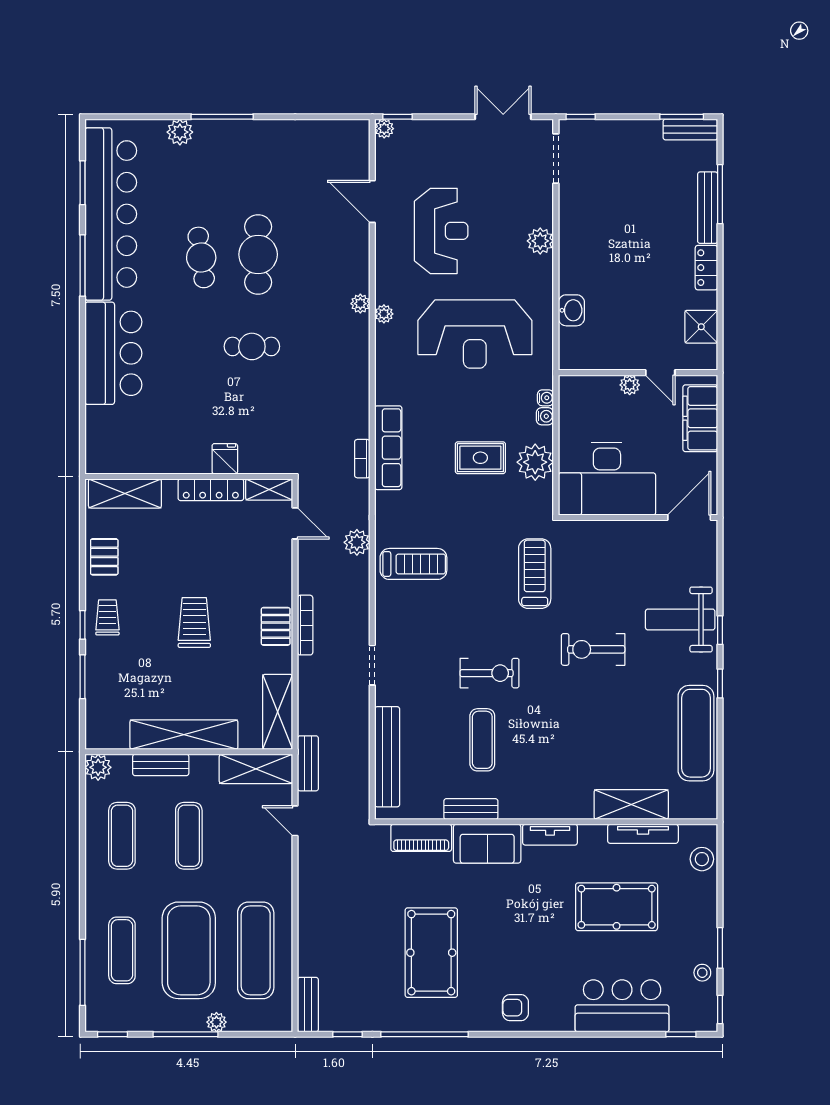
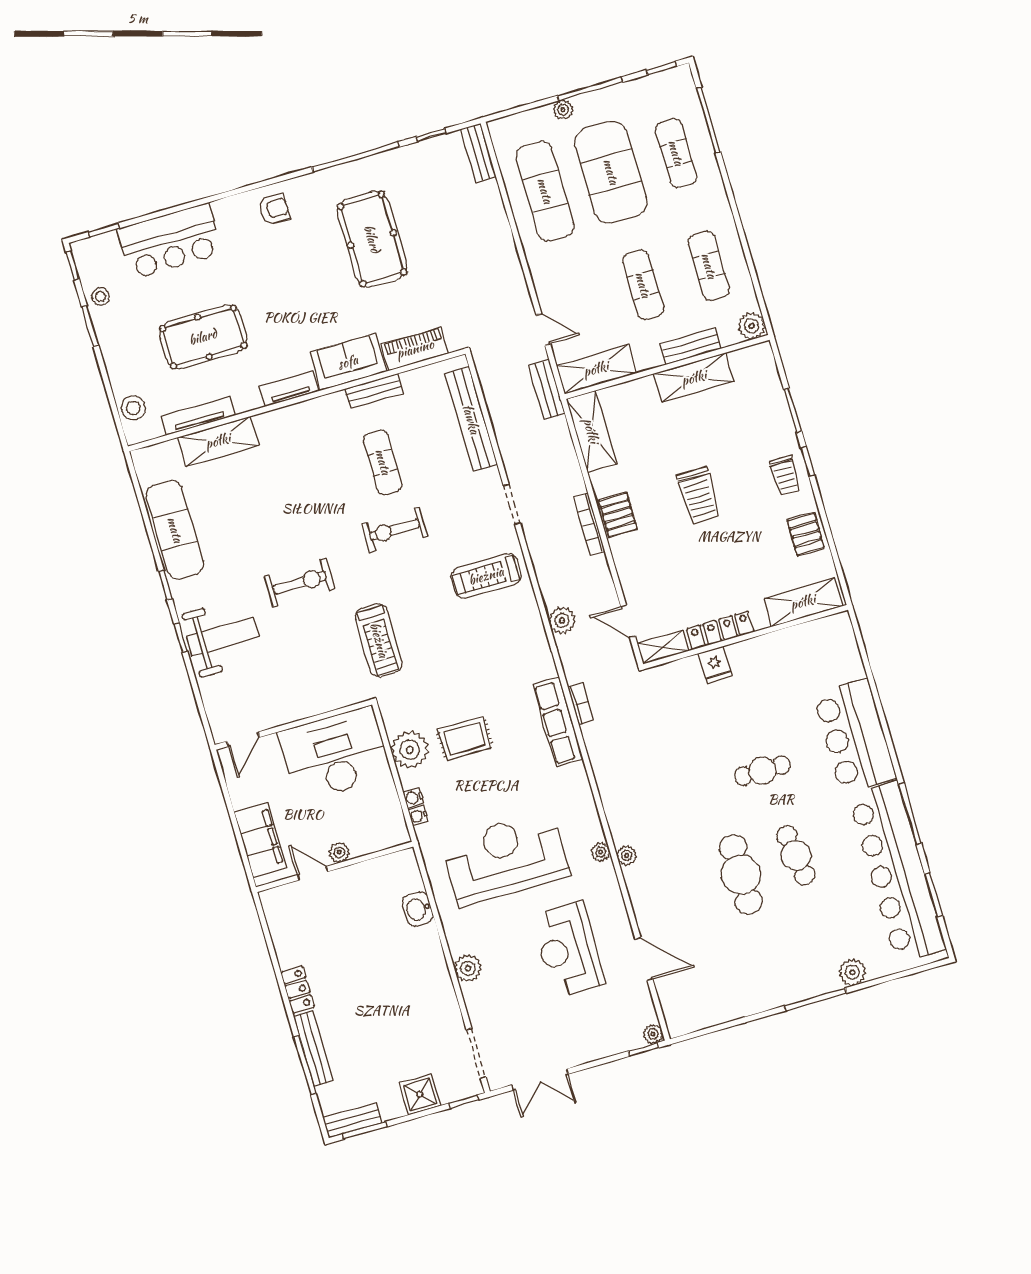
shower: (701, 327) -> (420, 1094), moved
cafe table: (252, 346) -> (762, 771), moved
door: (689, 518) -> (243, 739), width x0.73
treadmill: (413, 564) -> (486, 576), moved
shelving: (184, 735) -> (694, 378), width x0.68

